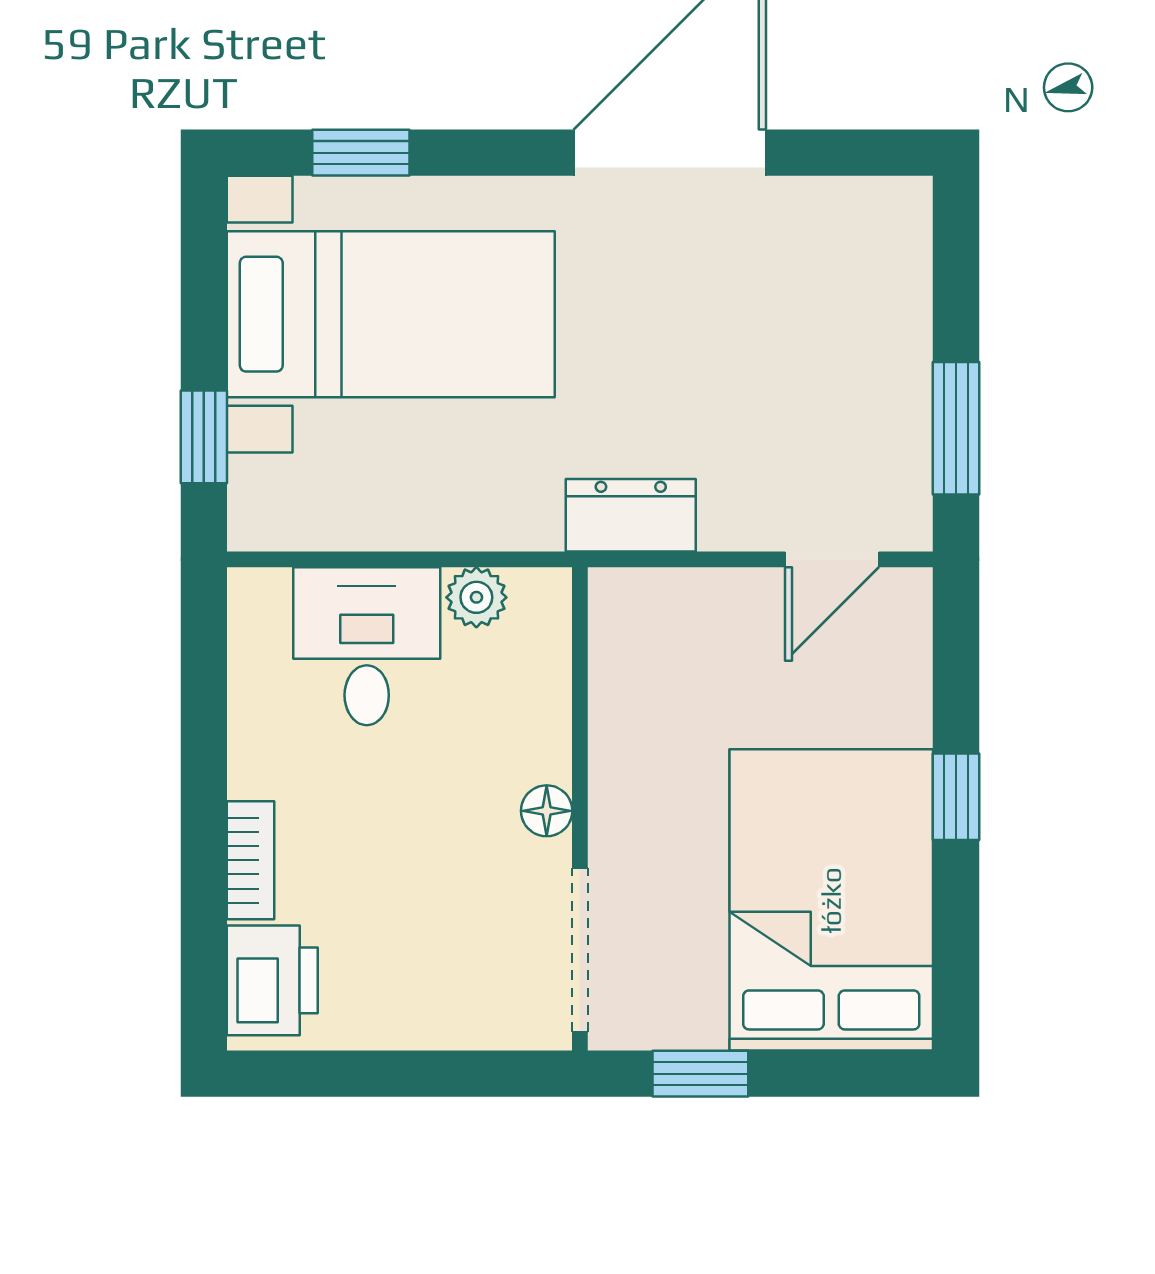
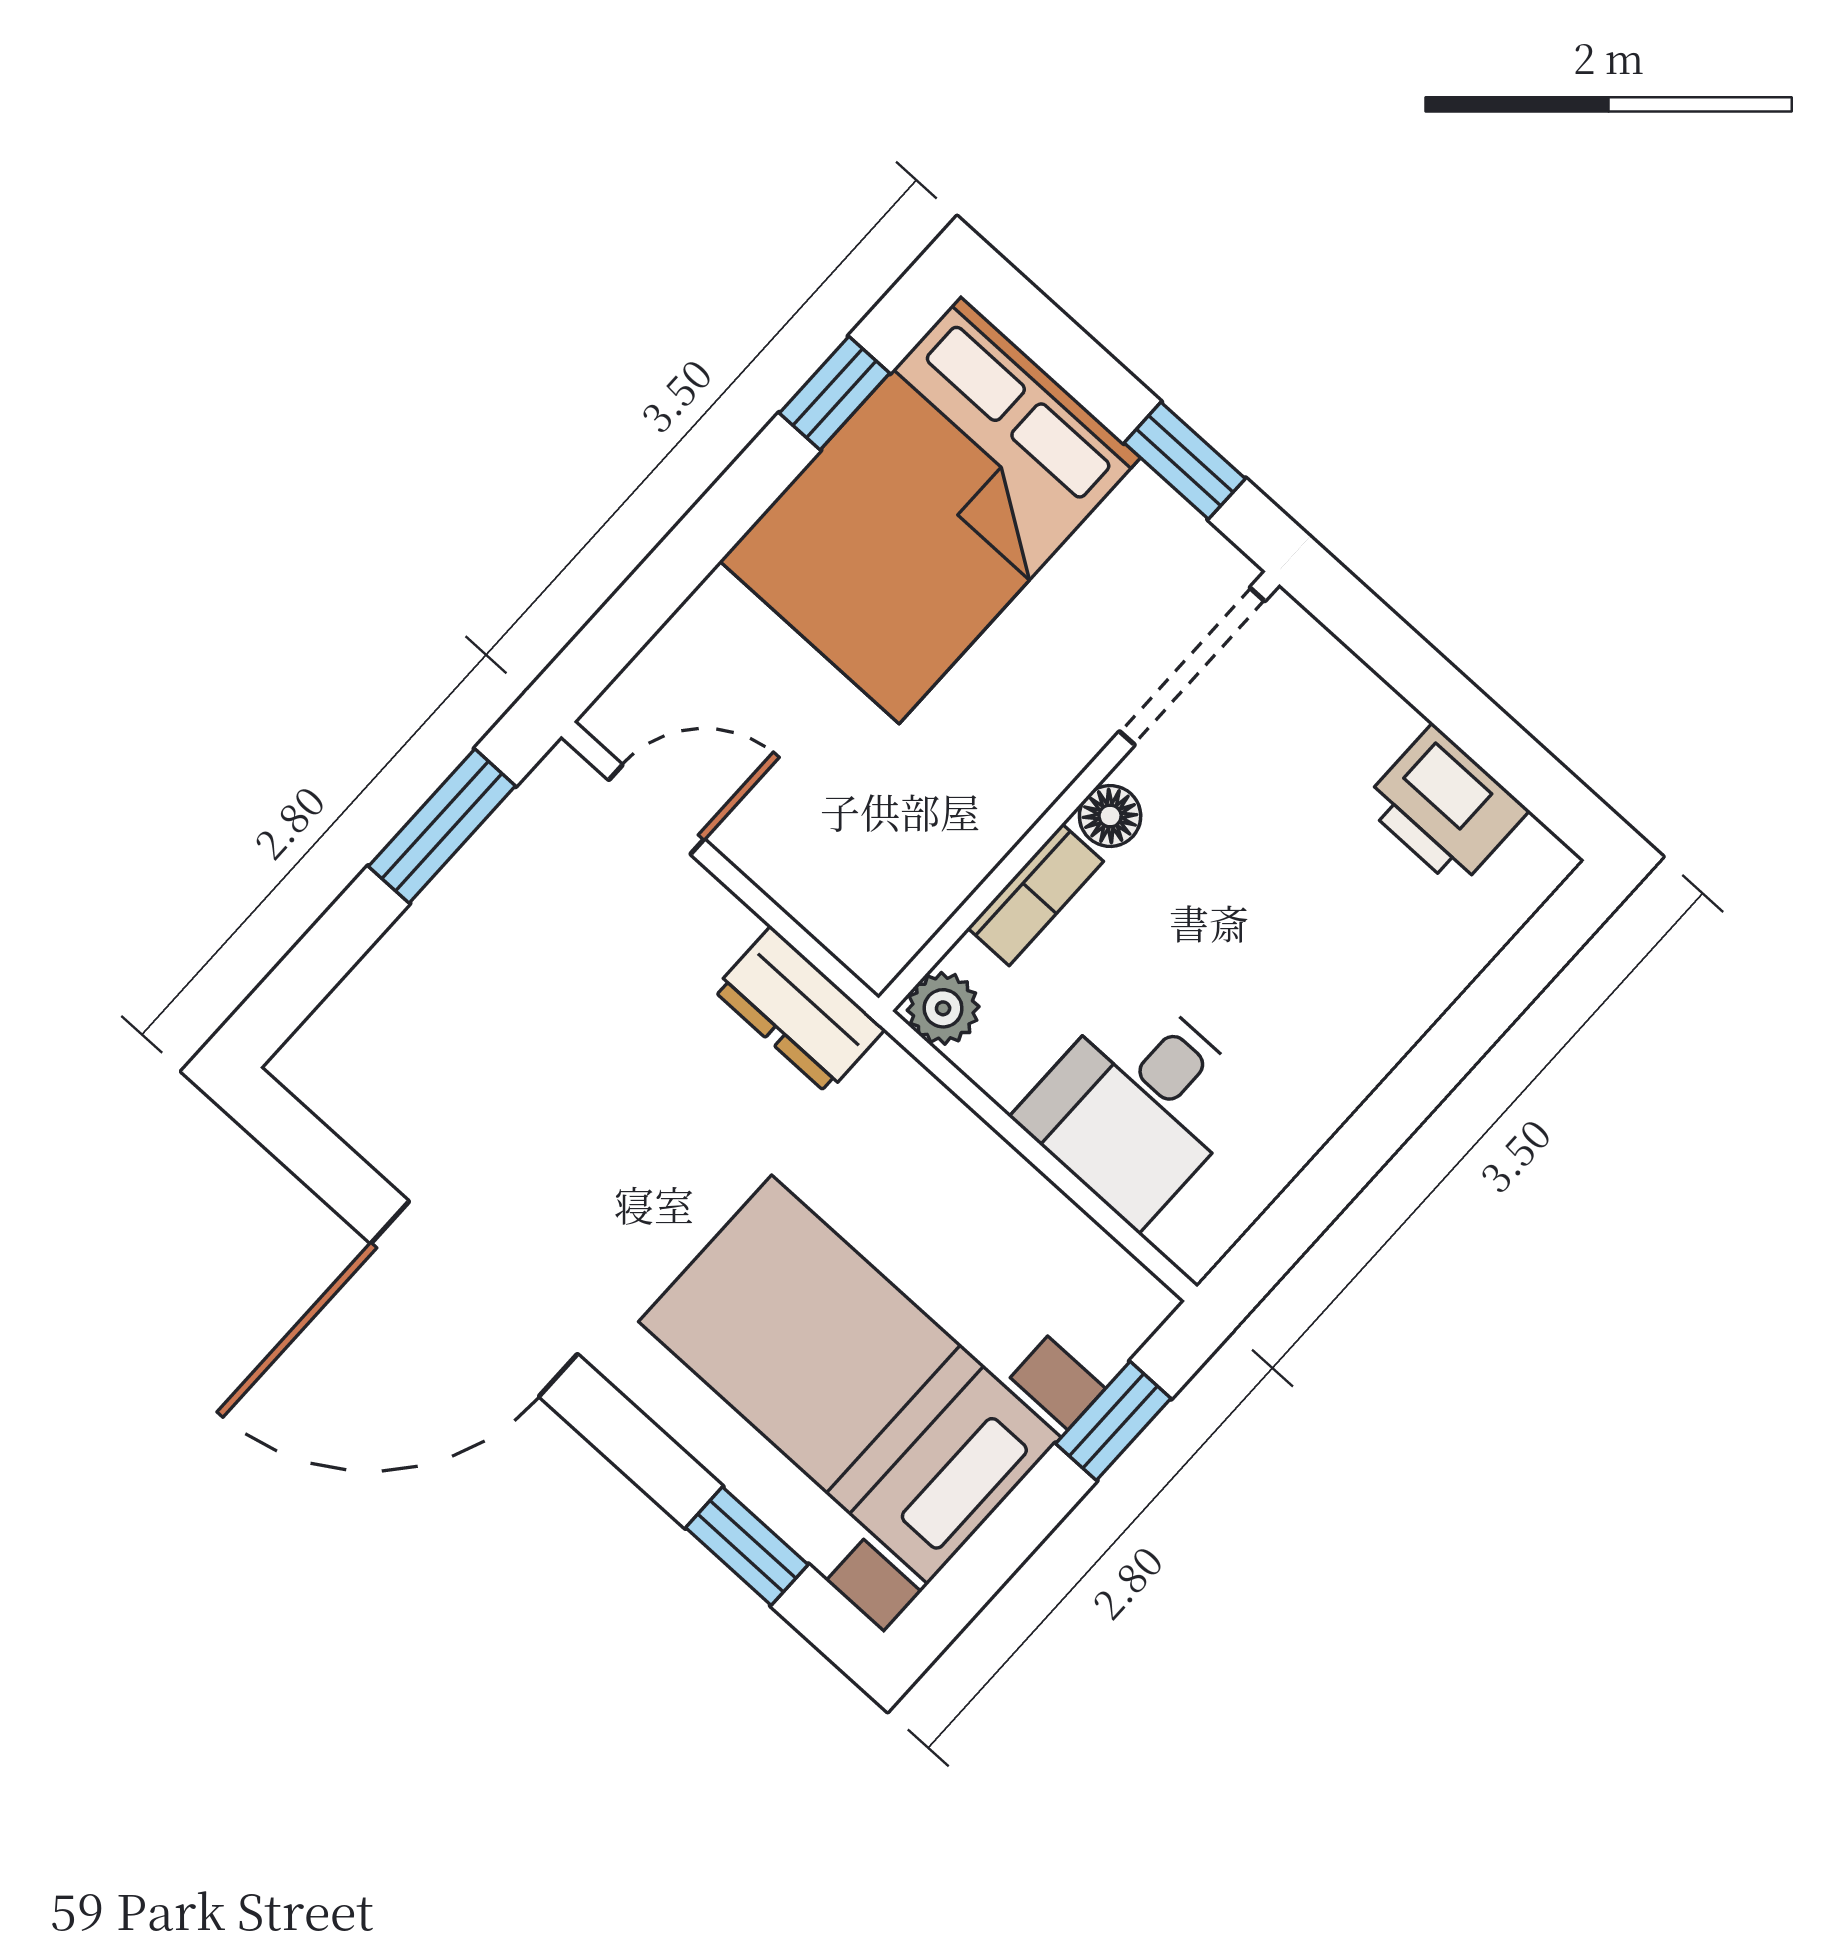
plant: (476, 597) -> (943, 1008), moved
window: (956, 797) -> (835, 393), moved
bookcase: (250, 860) -> (1036, 895), moved, turned 180
printer: (272, 980) -> (1445, 807), moved, turned -90

